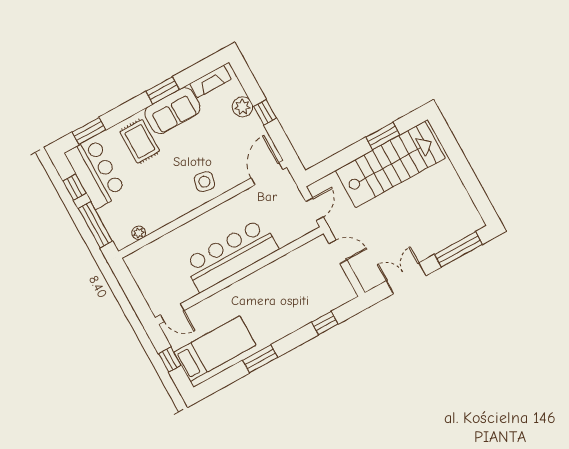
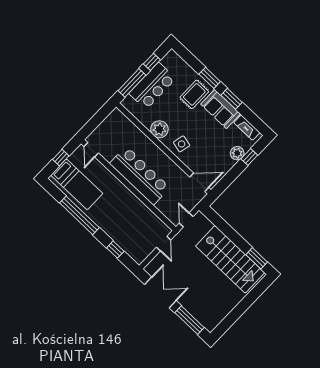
window: (265, 112) -> (249, 157), moved
window: (89, 131) -> (210, 78), moved
window: (383, 136) -> (257, 258), moved
bar counter: (95, 173) -> (152, 86), moved
door: (314, 209) -> (186, 220), swing flipped
plant: (139, 233) -> (159, 129), moved, width x1.88, depth x1.88
double door: (406, 278) -> (160, 293), width x1.37
window: (260, 359) -> (79, 215), width x2.11

